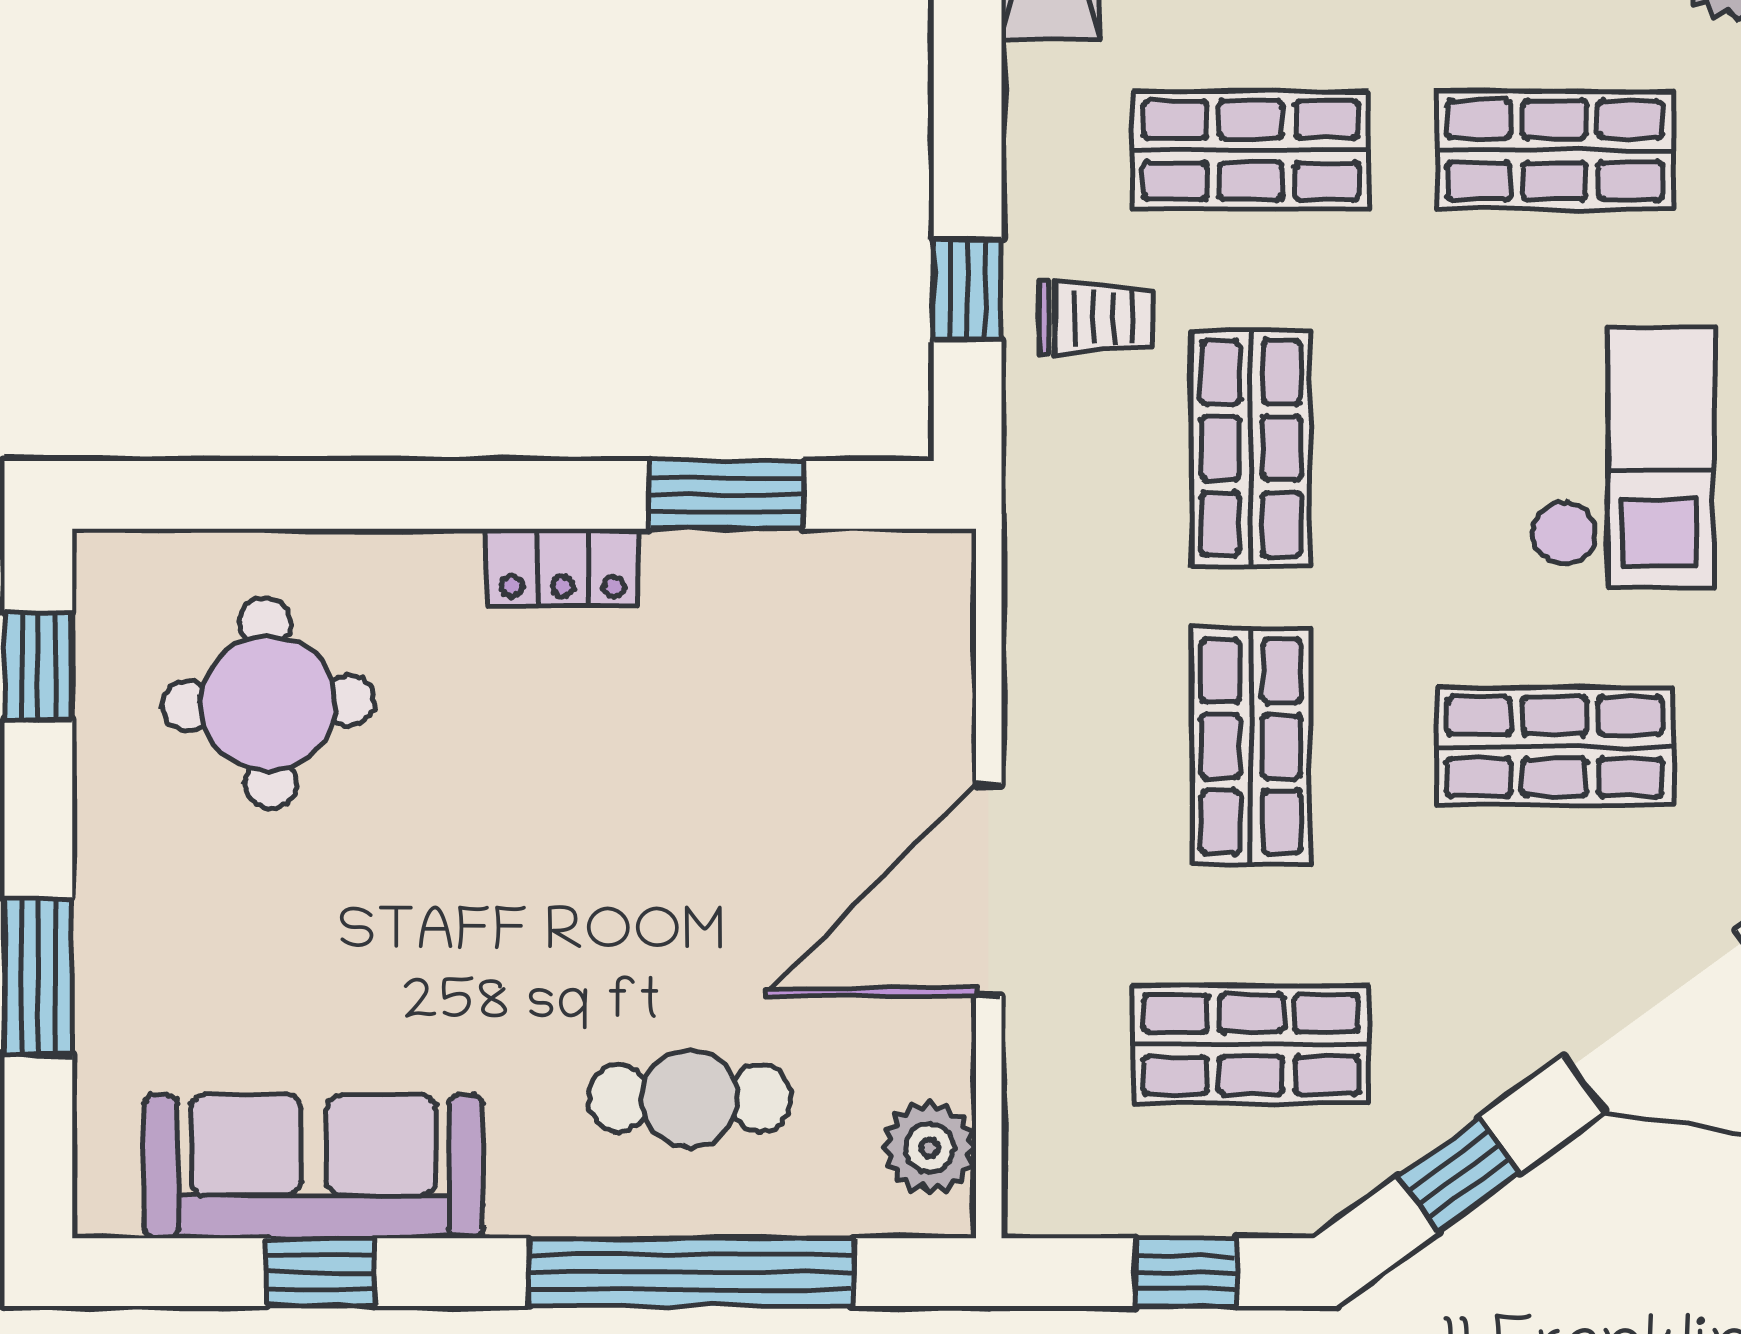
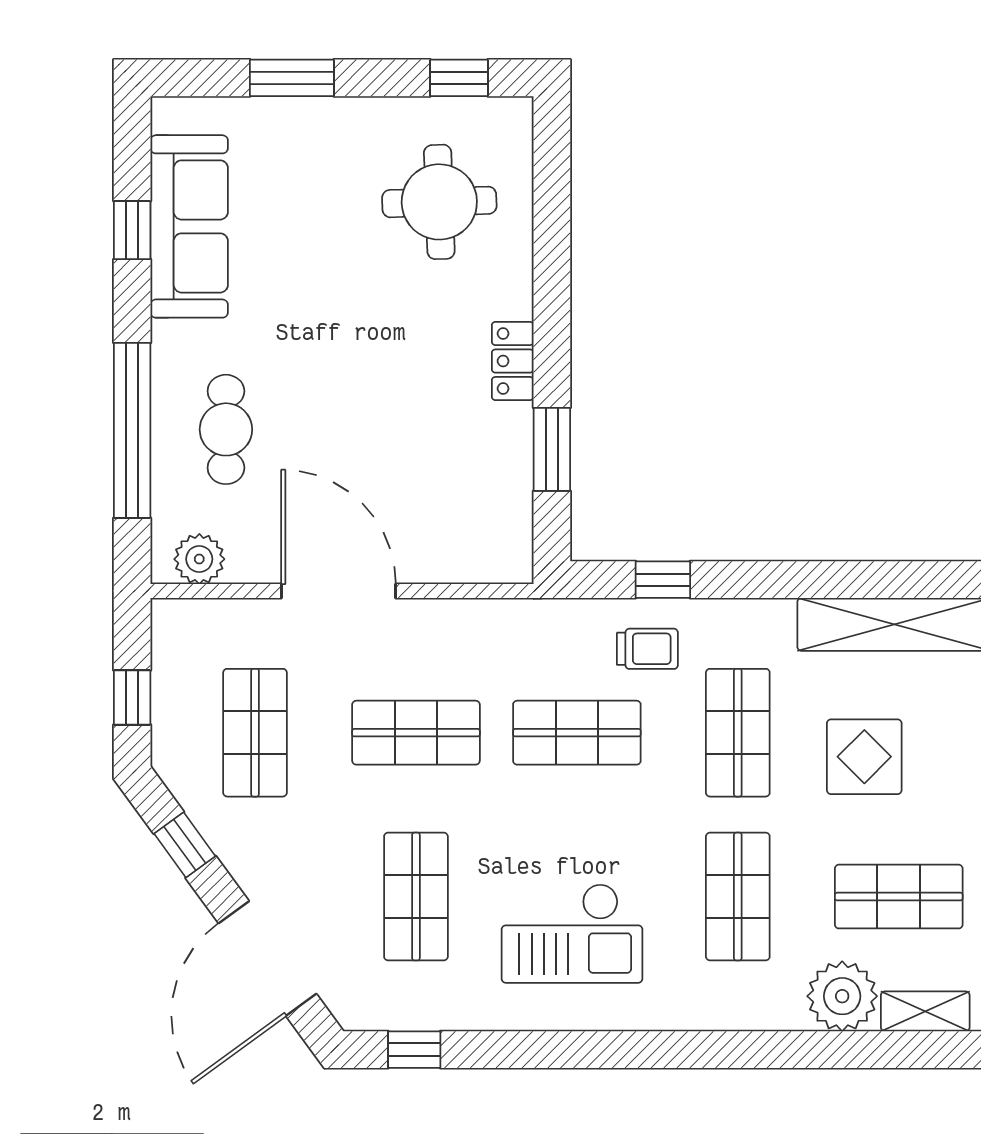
trolley: (1096, 318) -> (647, 649), turned -90

